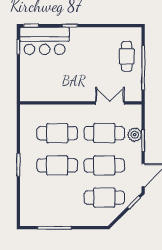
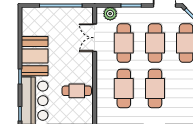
booth: (91, 41) -> (35, 56), added
cafe table: (127, 56) -> (77, 91), moved
plant: (135, 135) -> (110, 14), moved

